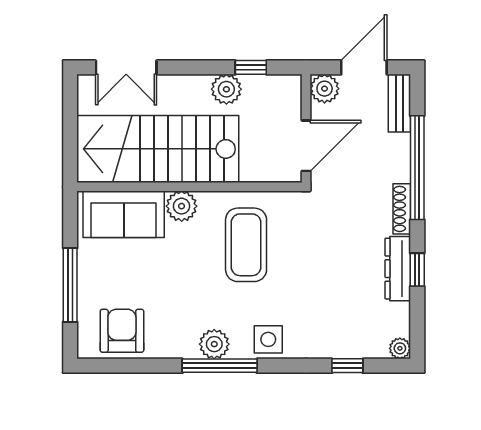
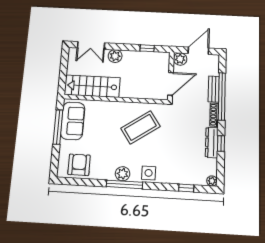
plant: (226, 89) -> (115, 56), moved
bench: (399, 103) -> (214, 89), moved
stairs: (158, 149) -> (92, 86), width x0.73, depth x0.66
plant: (182, 206) -> (112, 108), removed
sofa: (124, 214) -> (73, 121), moved, turned -90
coffee table: (246, 245) -> (140, 127), turned 56
window: (70, 285) -> (58, 127), moved

